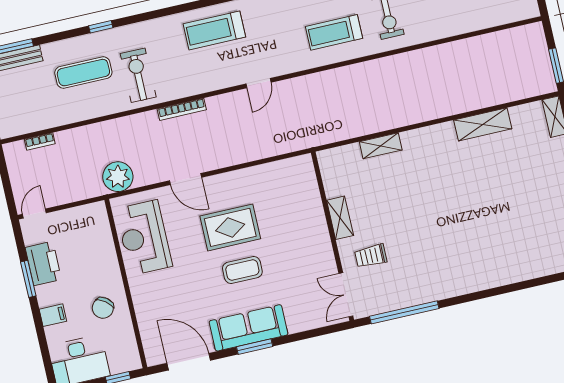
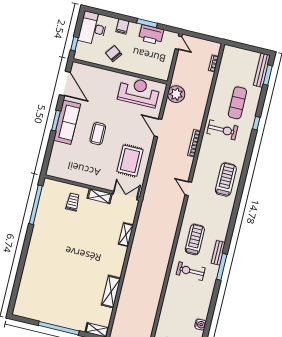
door: (186, 179) -> (158, 128), hinge flipped
rug: (230, 227) -> (130, 161), moved
double door: (346, 295) -> (125, 196), moved
door: (189, 362) -> (65, 84), hinge flipped

